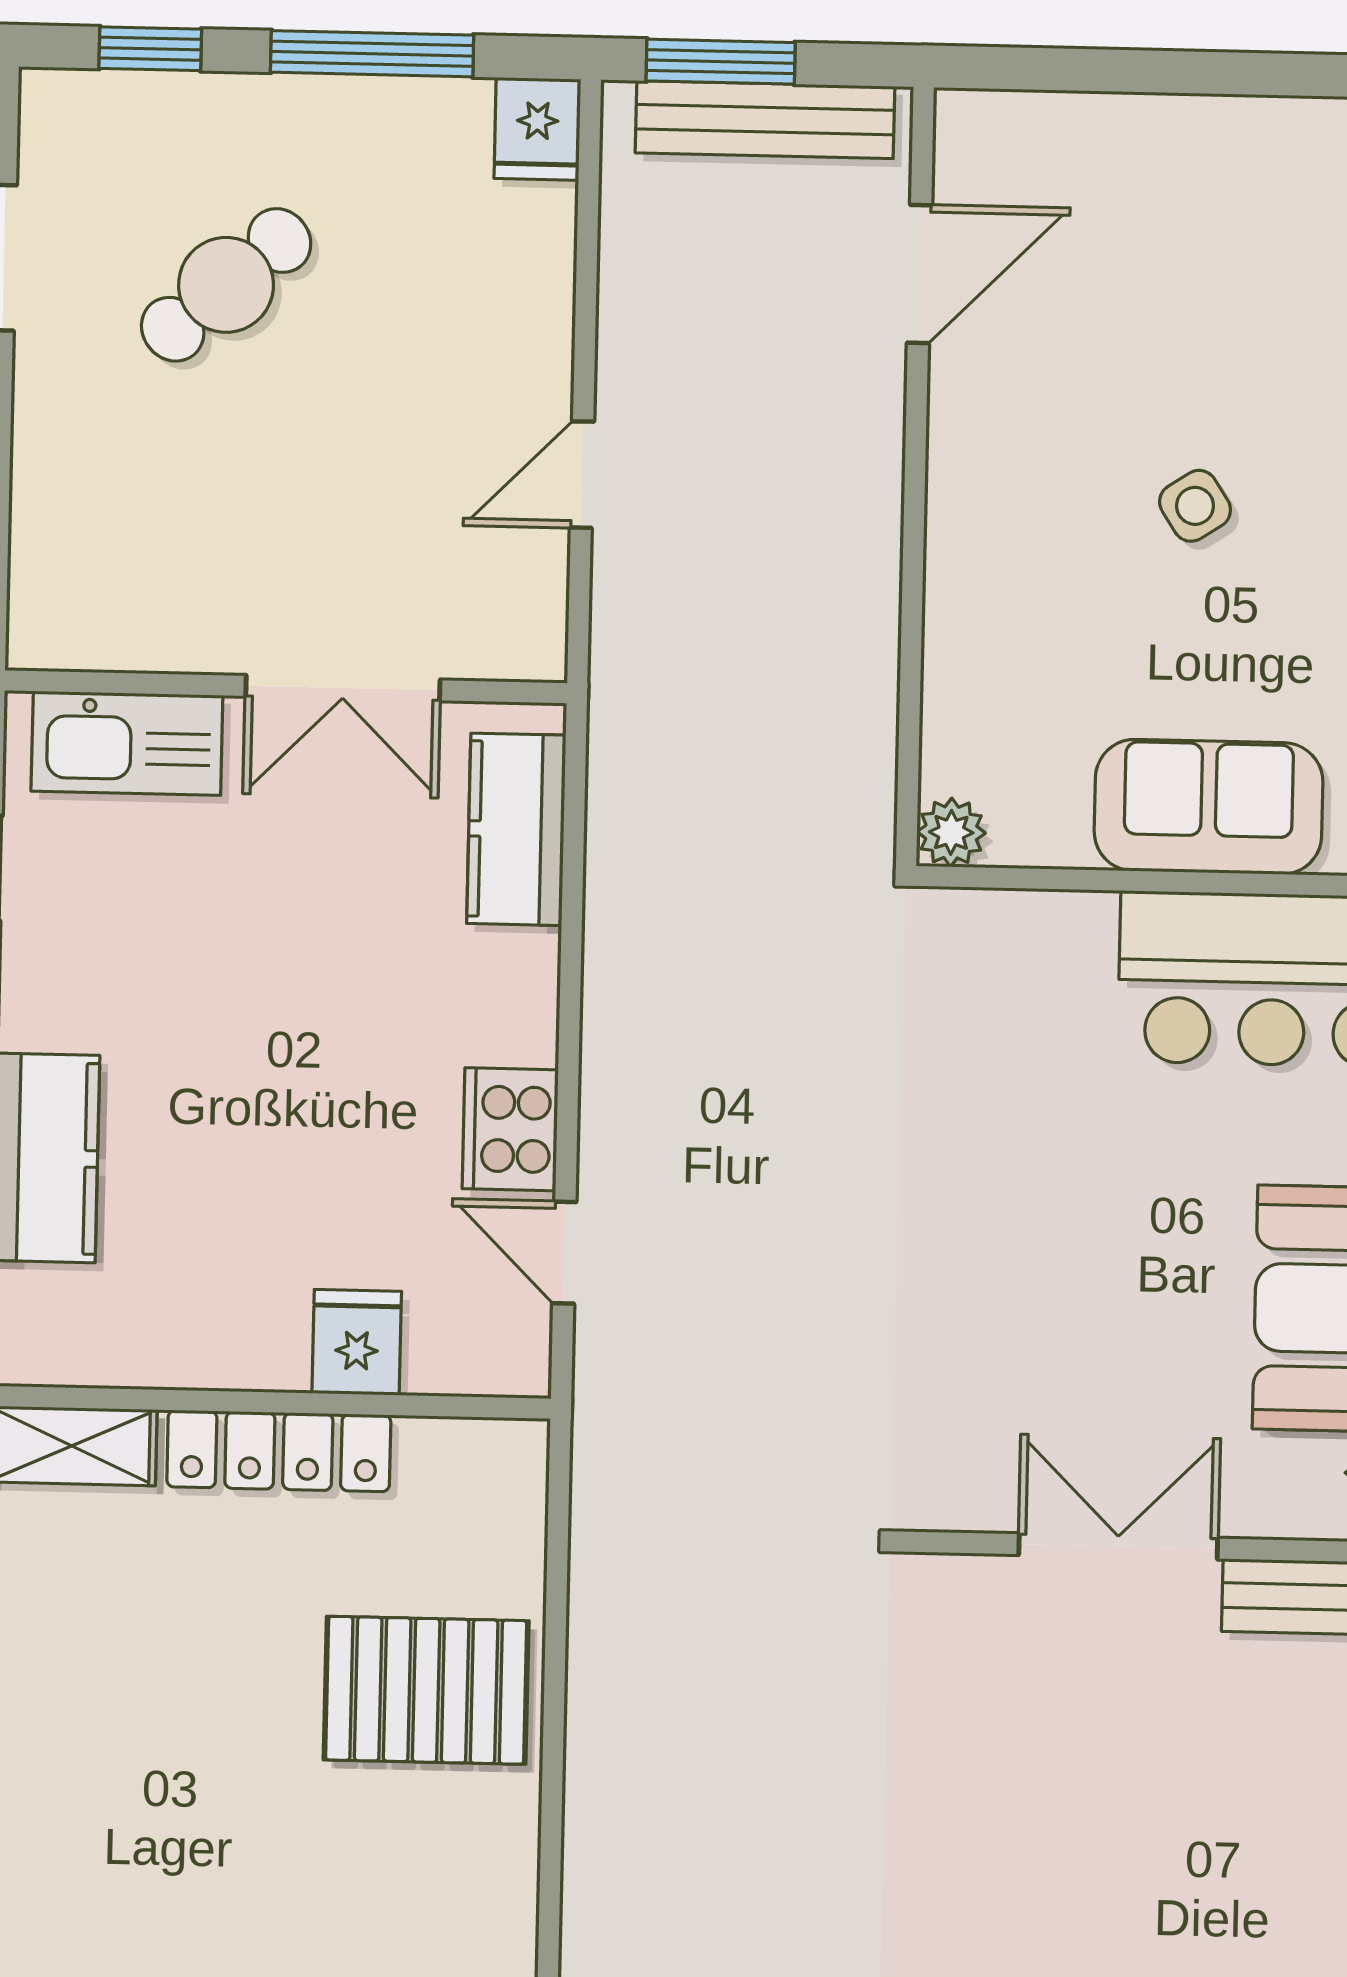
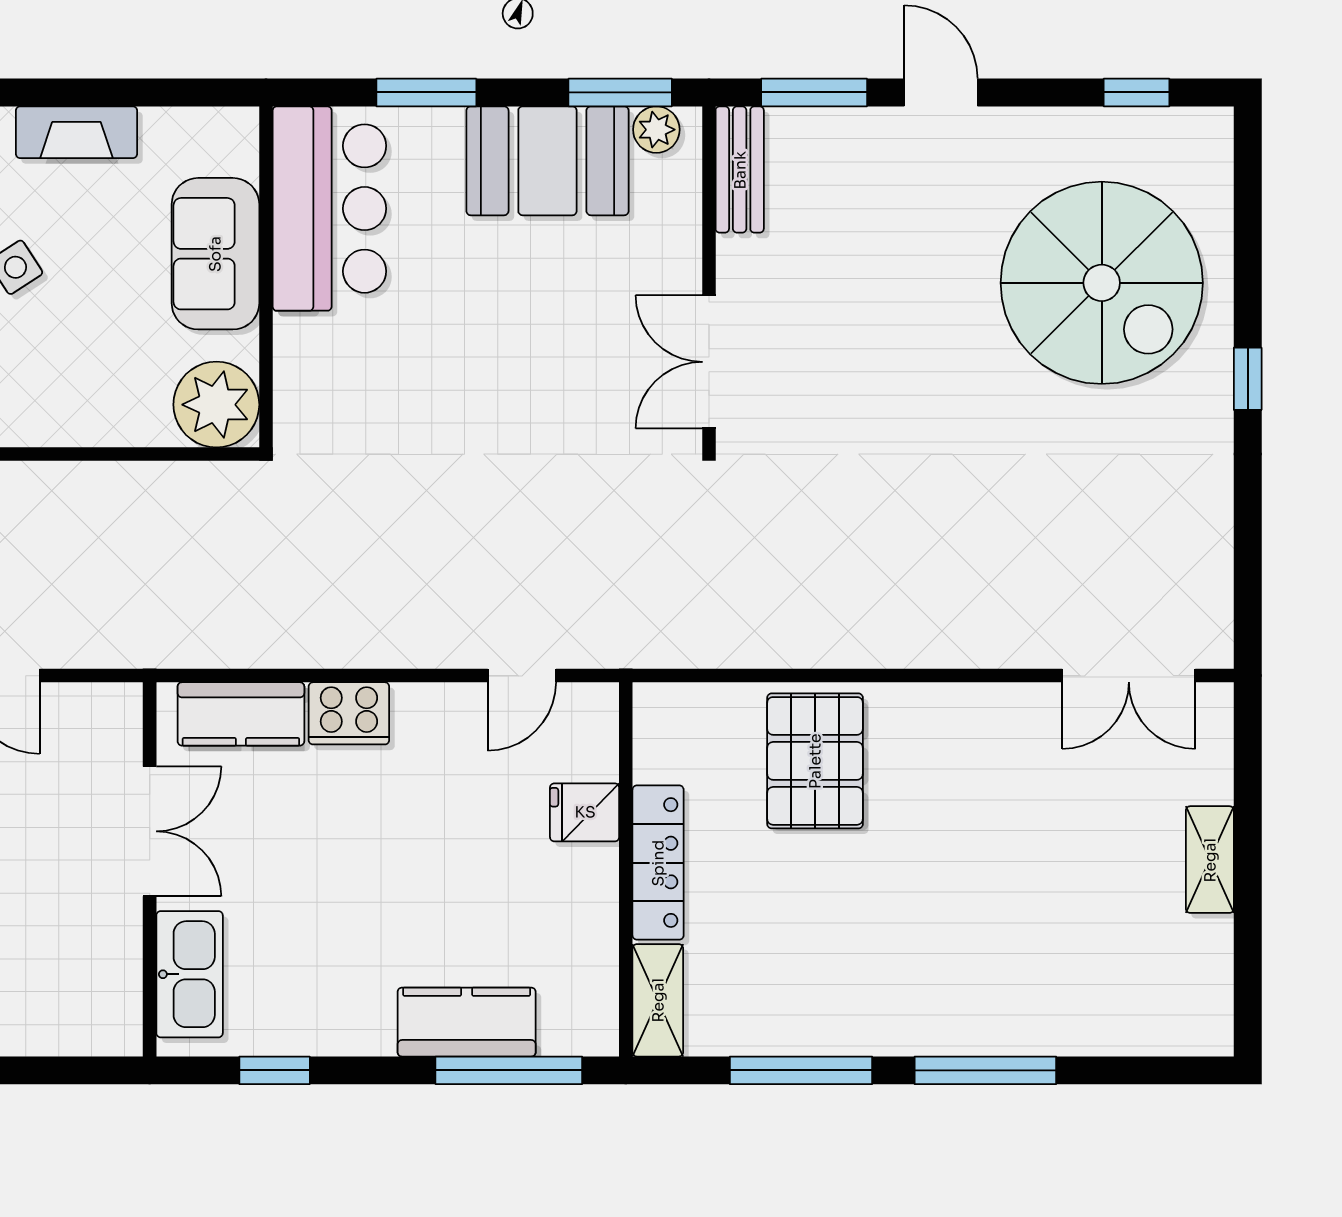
plant: (951, 832) -> (216, 405), width x1.88, depth x1.88
cooker: (510, 1129) -> (349, 713), moved
double door: (1118, 1546) -> (709, 362), moved

